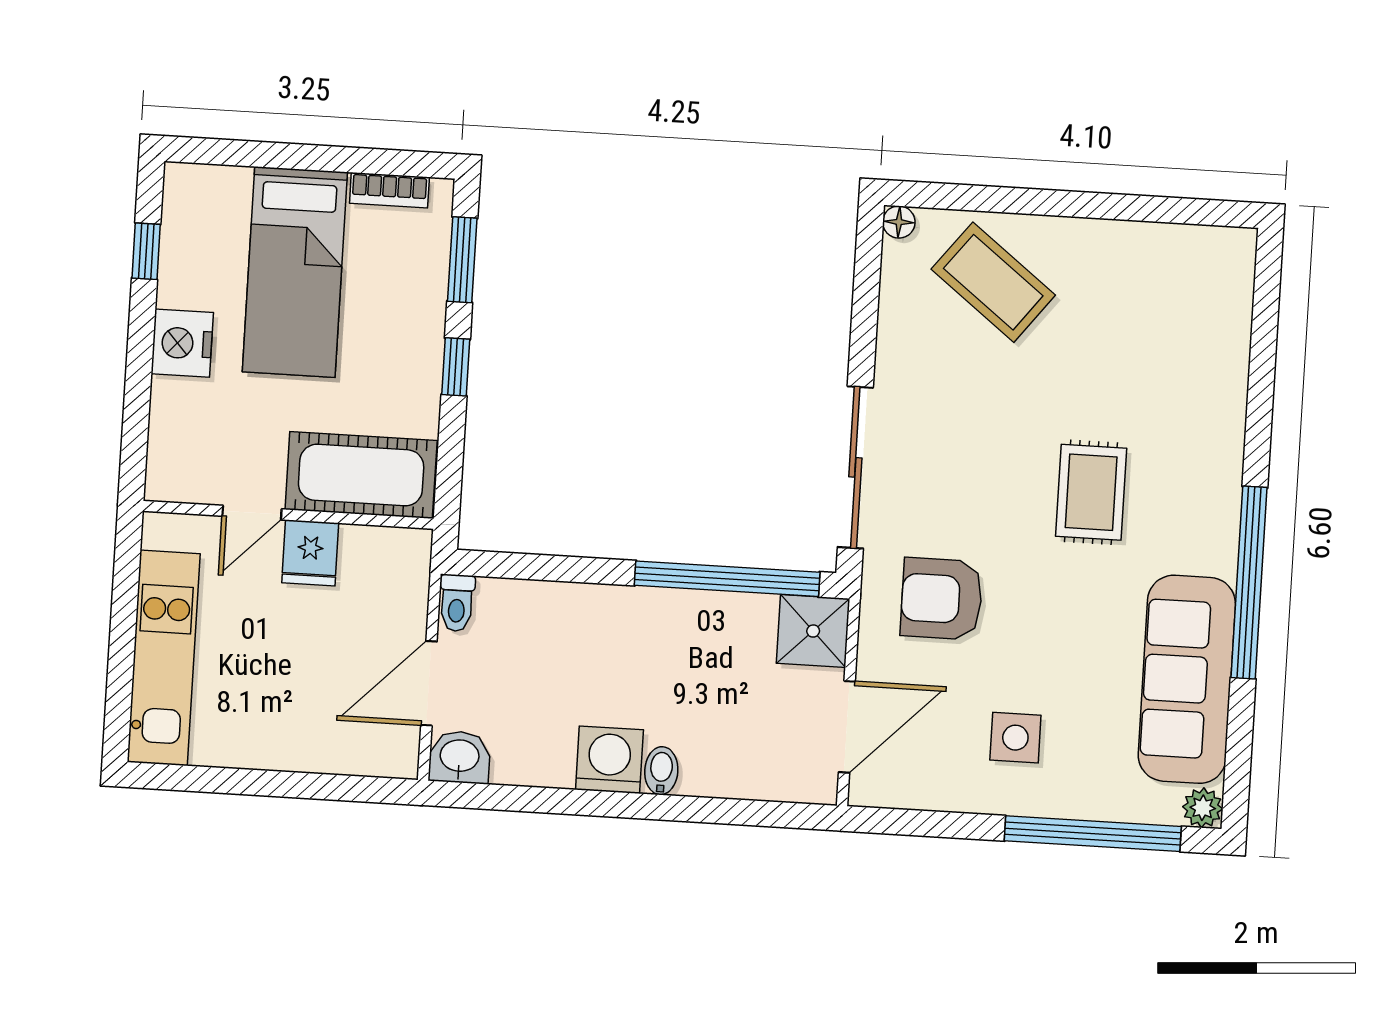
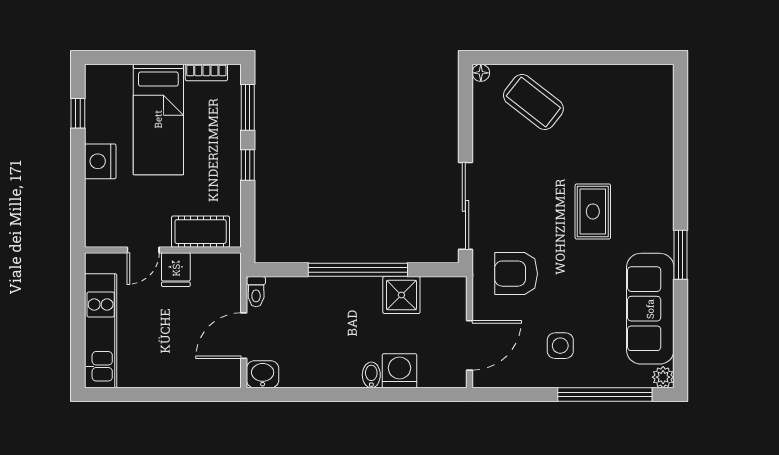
cot: (361, 475) -> (201, 232), width x0.73, depth x0.75
window: (727, 579) -> (358, 270), moved
window: (1249, 583) -> (680, 255), width x0.47
shower: (813, 631) -> (401, 295), moved
washing machine: (609, 760) -> (399, 371), moved

